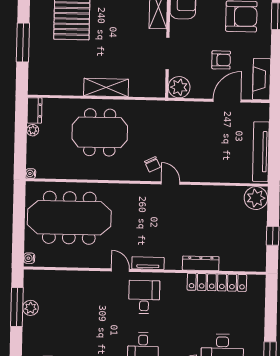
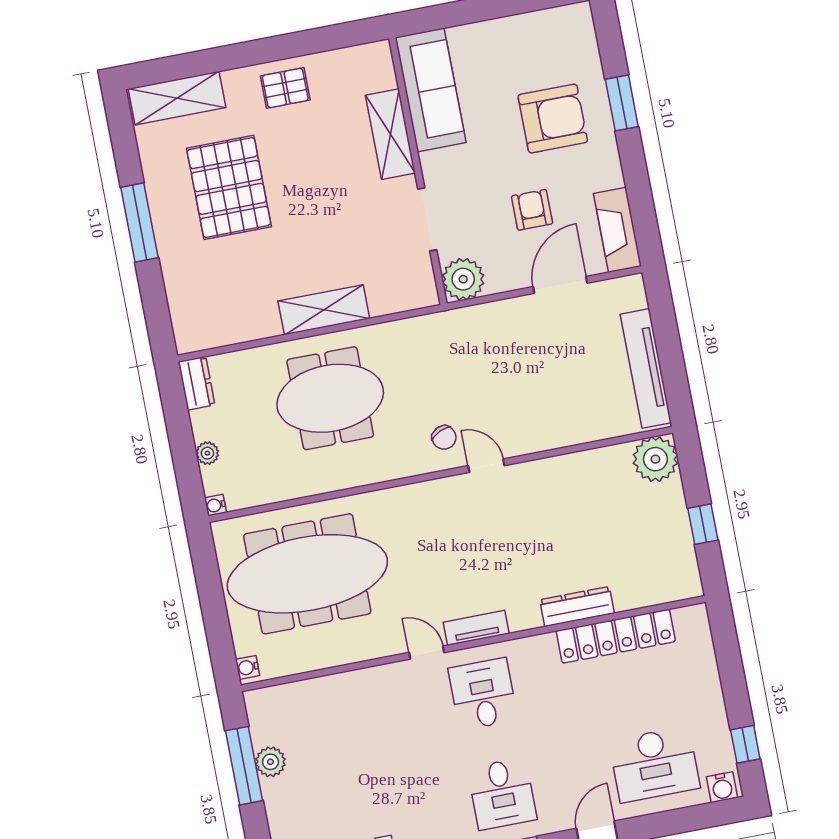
window: (23, 42) -> (139, 222), moved
armchair: (221, 60) -> (532, 210), turned -90
plant: (33, 130) -> (207, 453), moved

